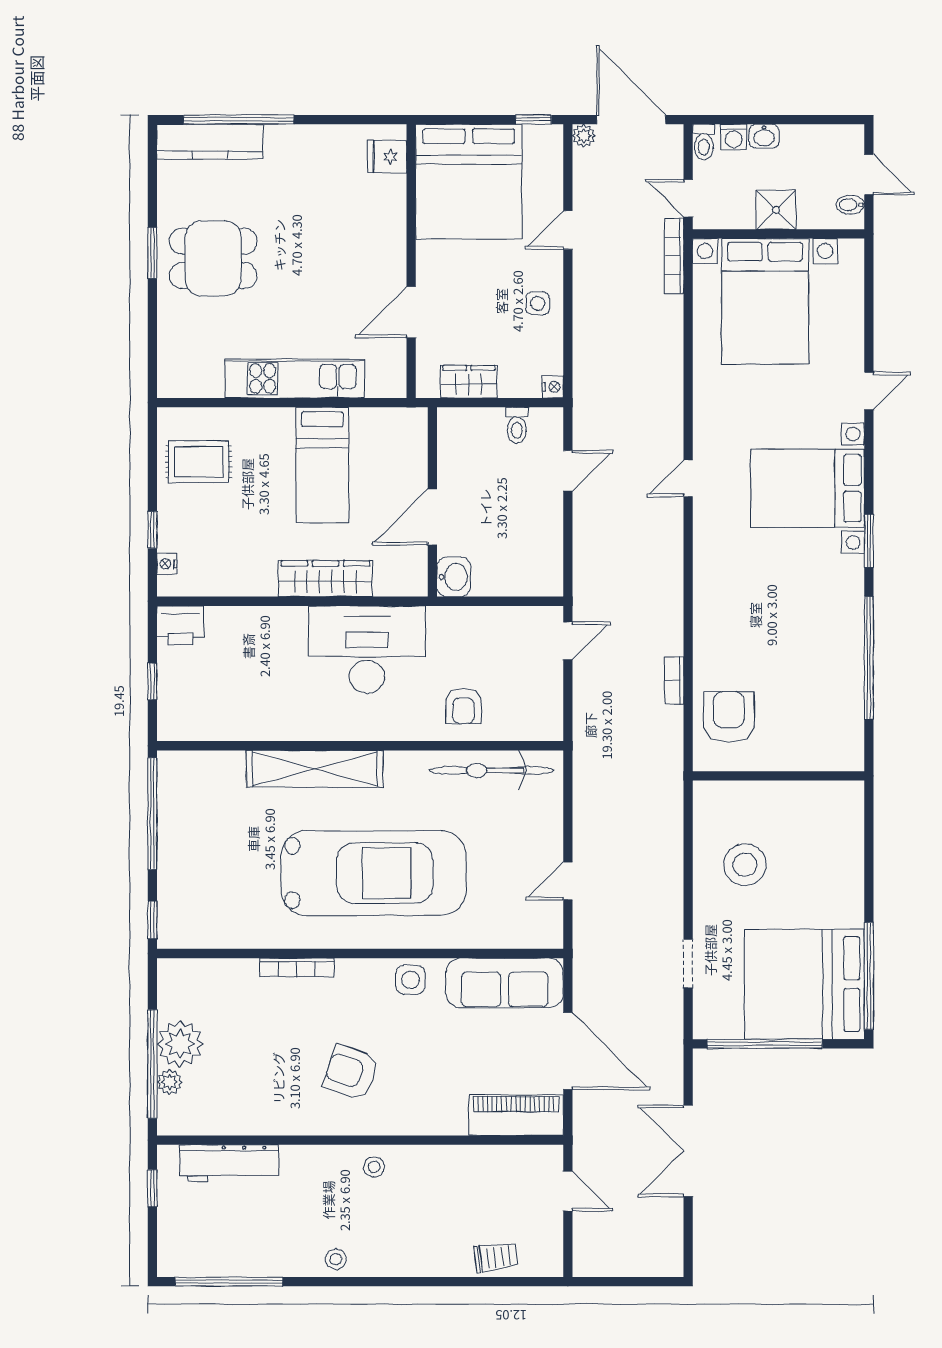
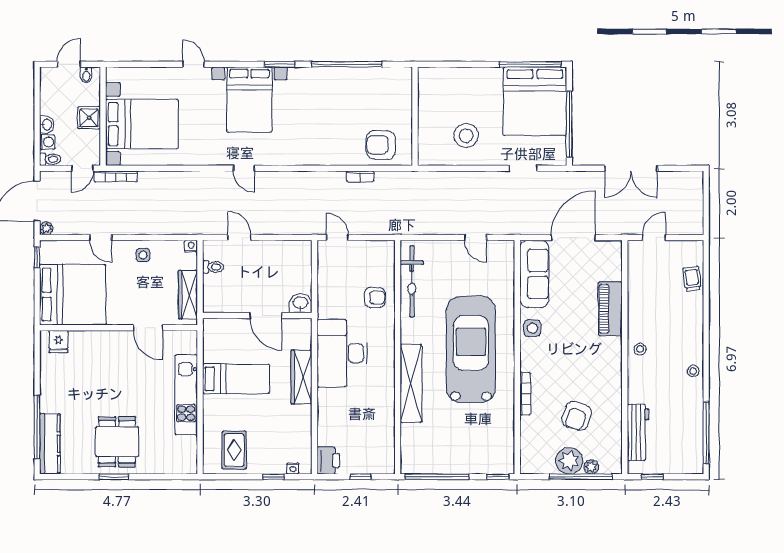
wardrobe: (469, 382) -> (188, 295), width x1.50
armchair: (351, 1072) -> (577, 416), moved
piano: (516, 1115) -> (610, 309), moved

